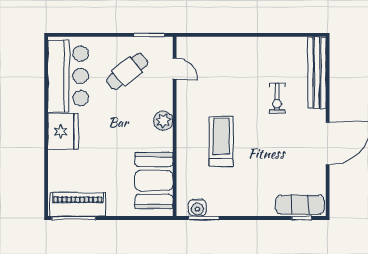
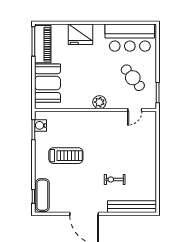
fridge: (63, 132) -> (80, 34), moved
treadmill: (221, 141) -> (66, 156), moved
booth: (154, 181) -> (47, 83), moved, turned 90

